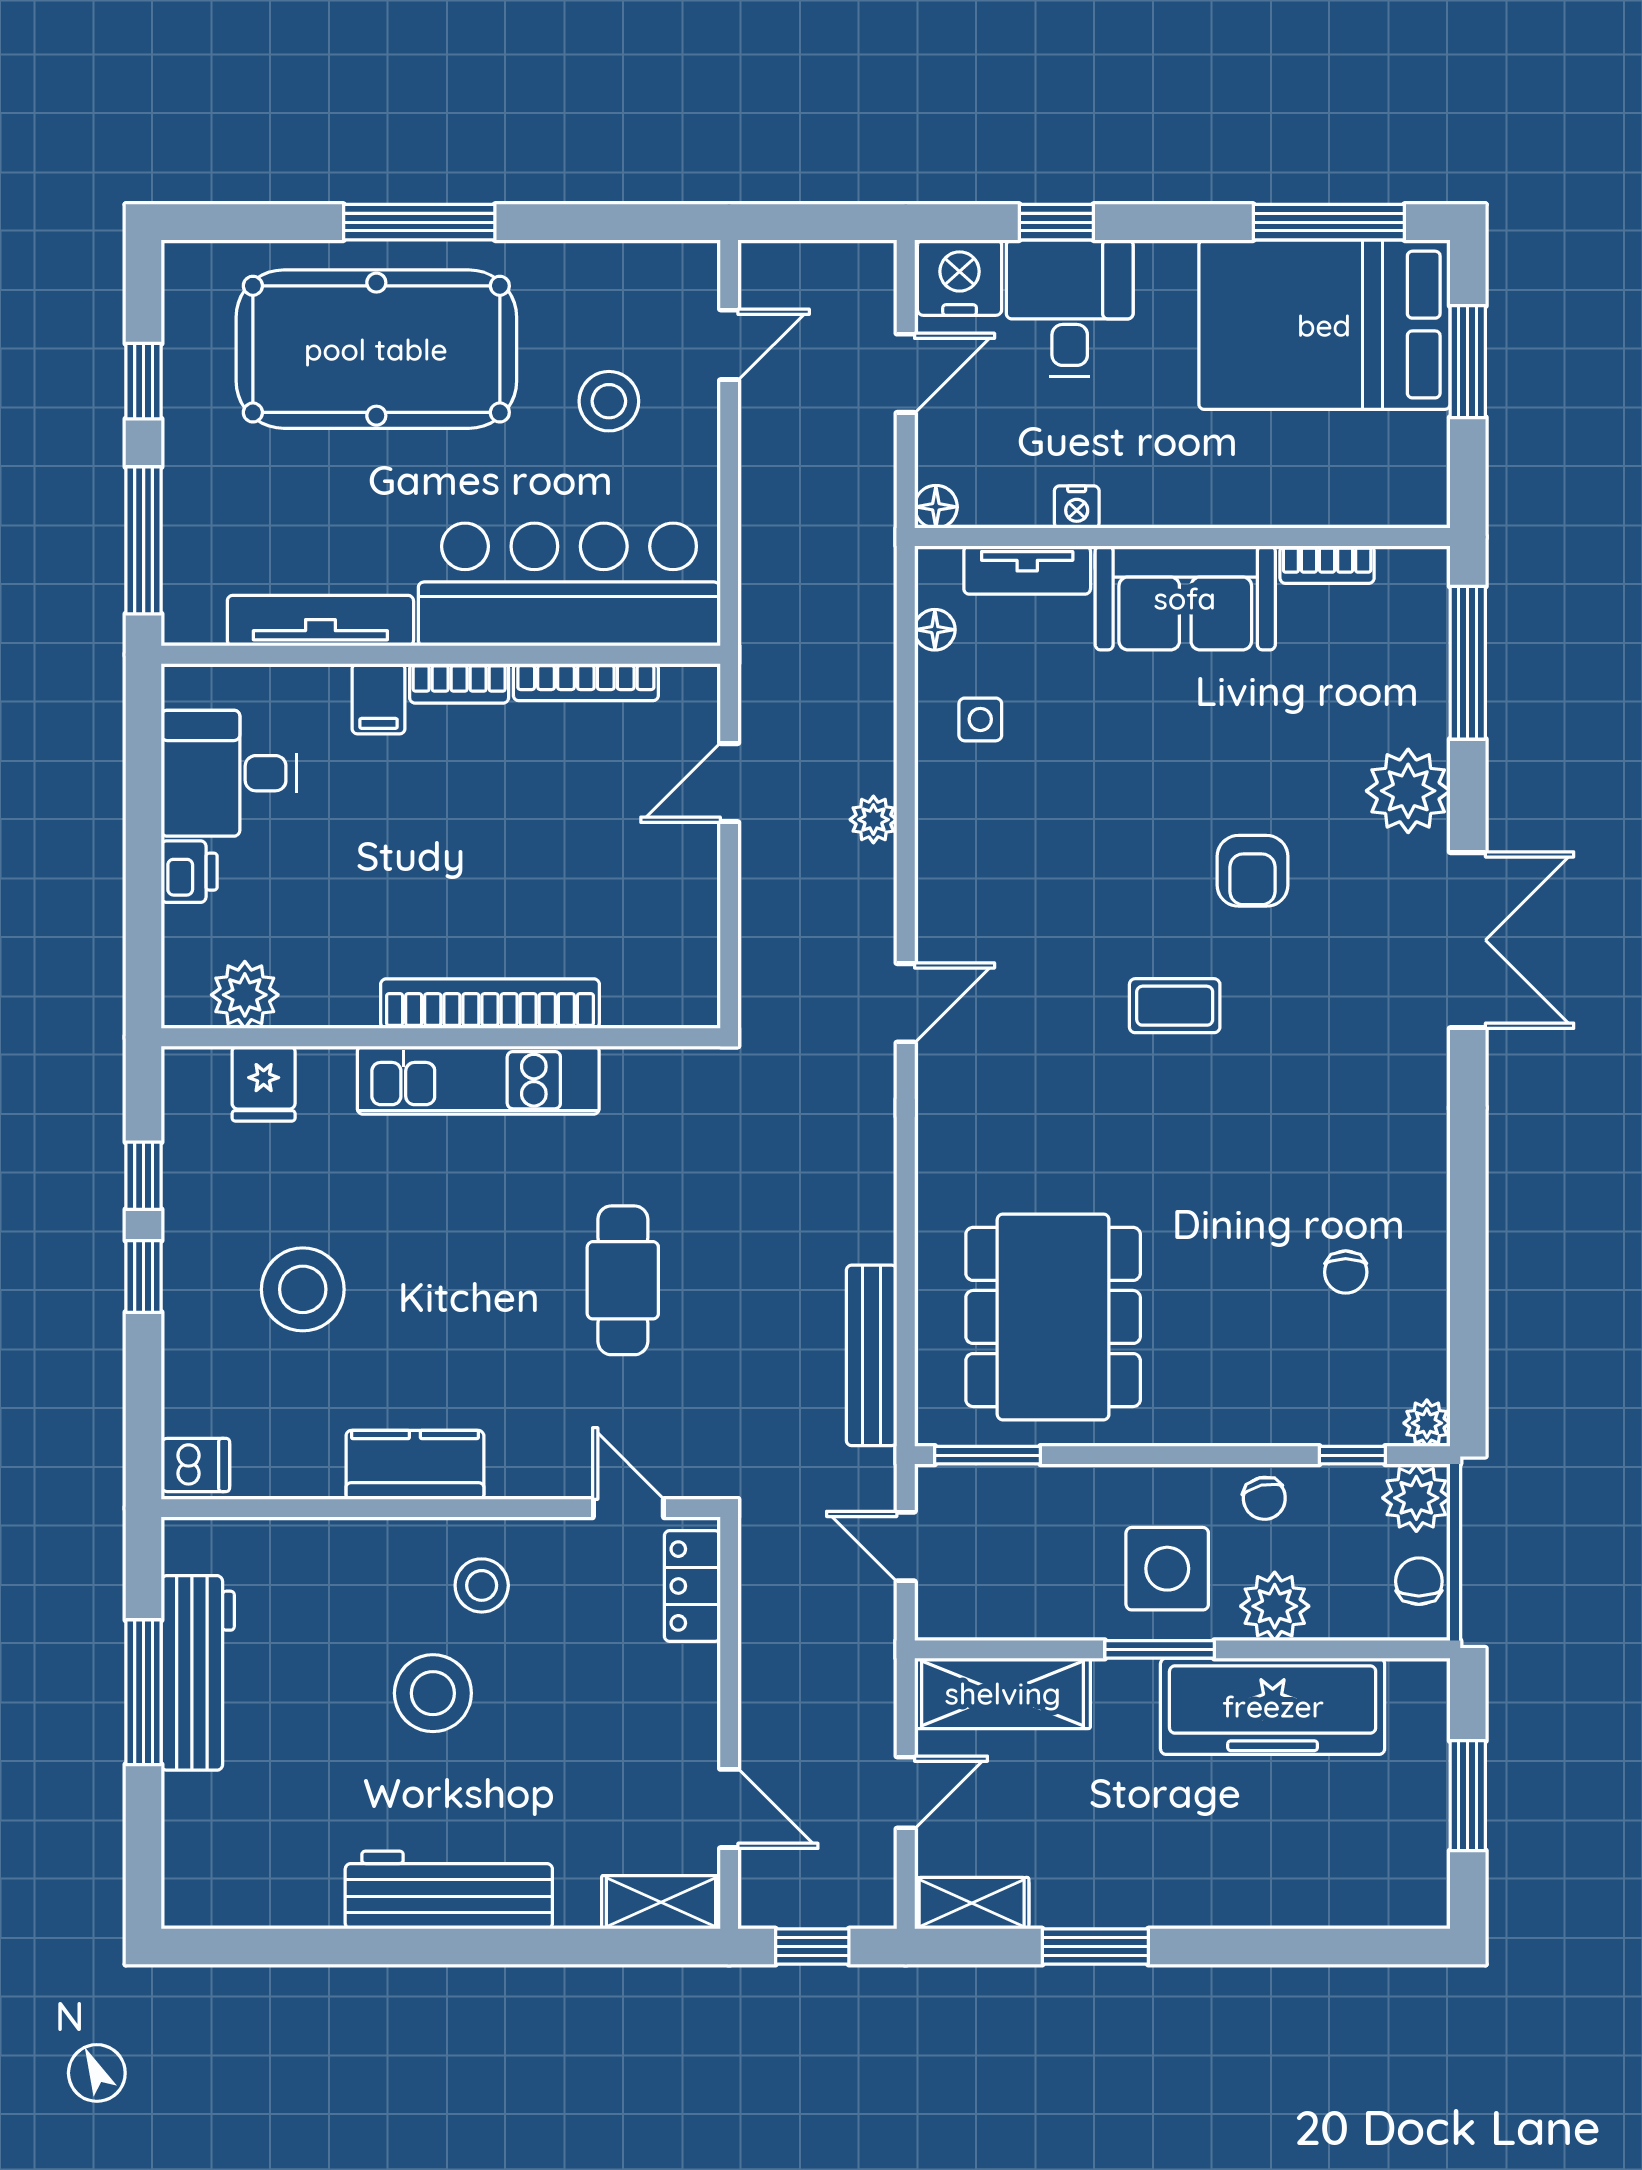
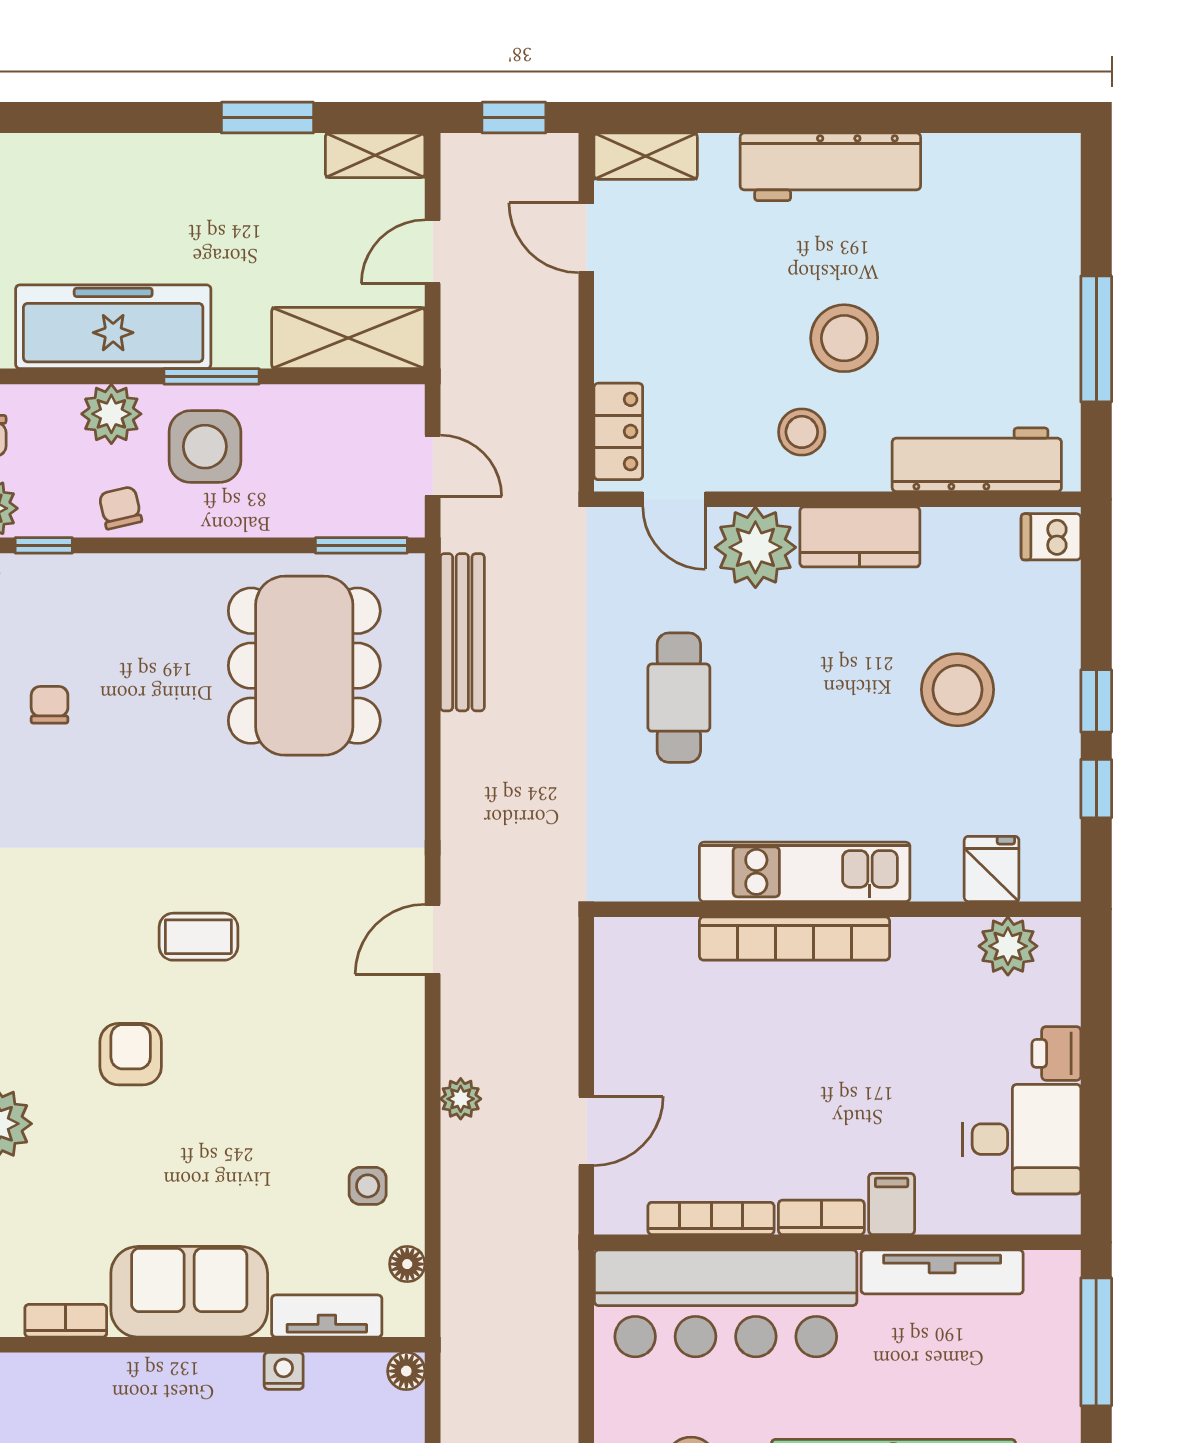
plant: (535, 1453) -> (755, 547), added
workbench: (198, 1673) -> (977, 460), moved, turned 90

